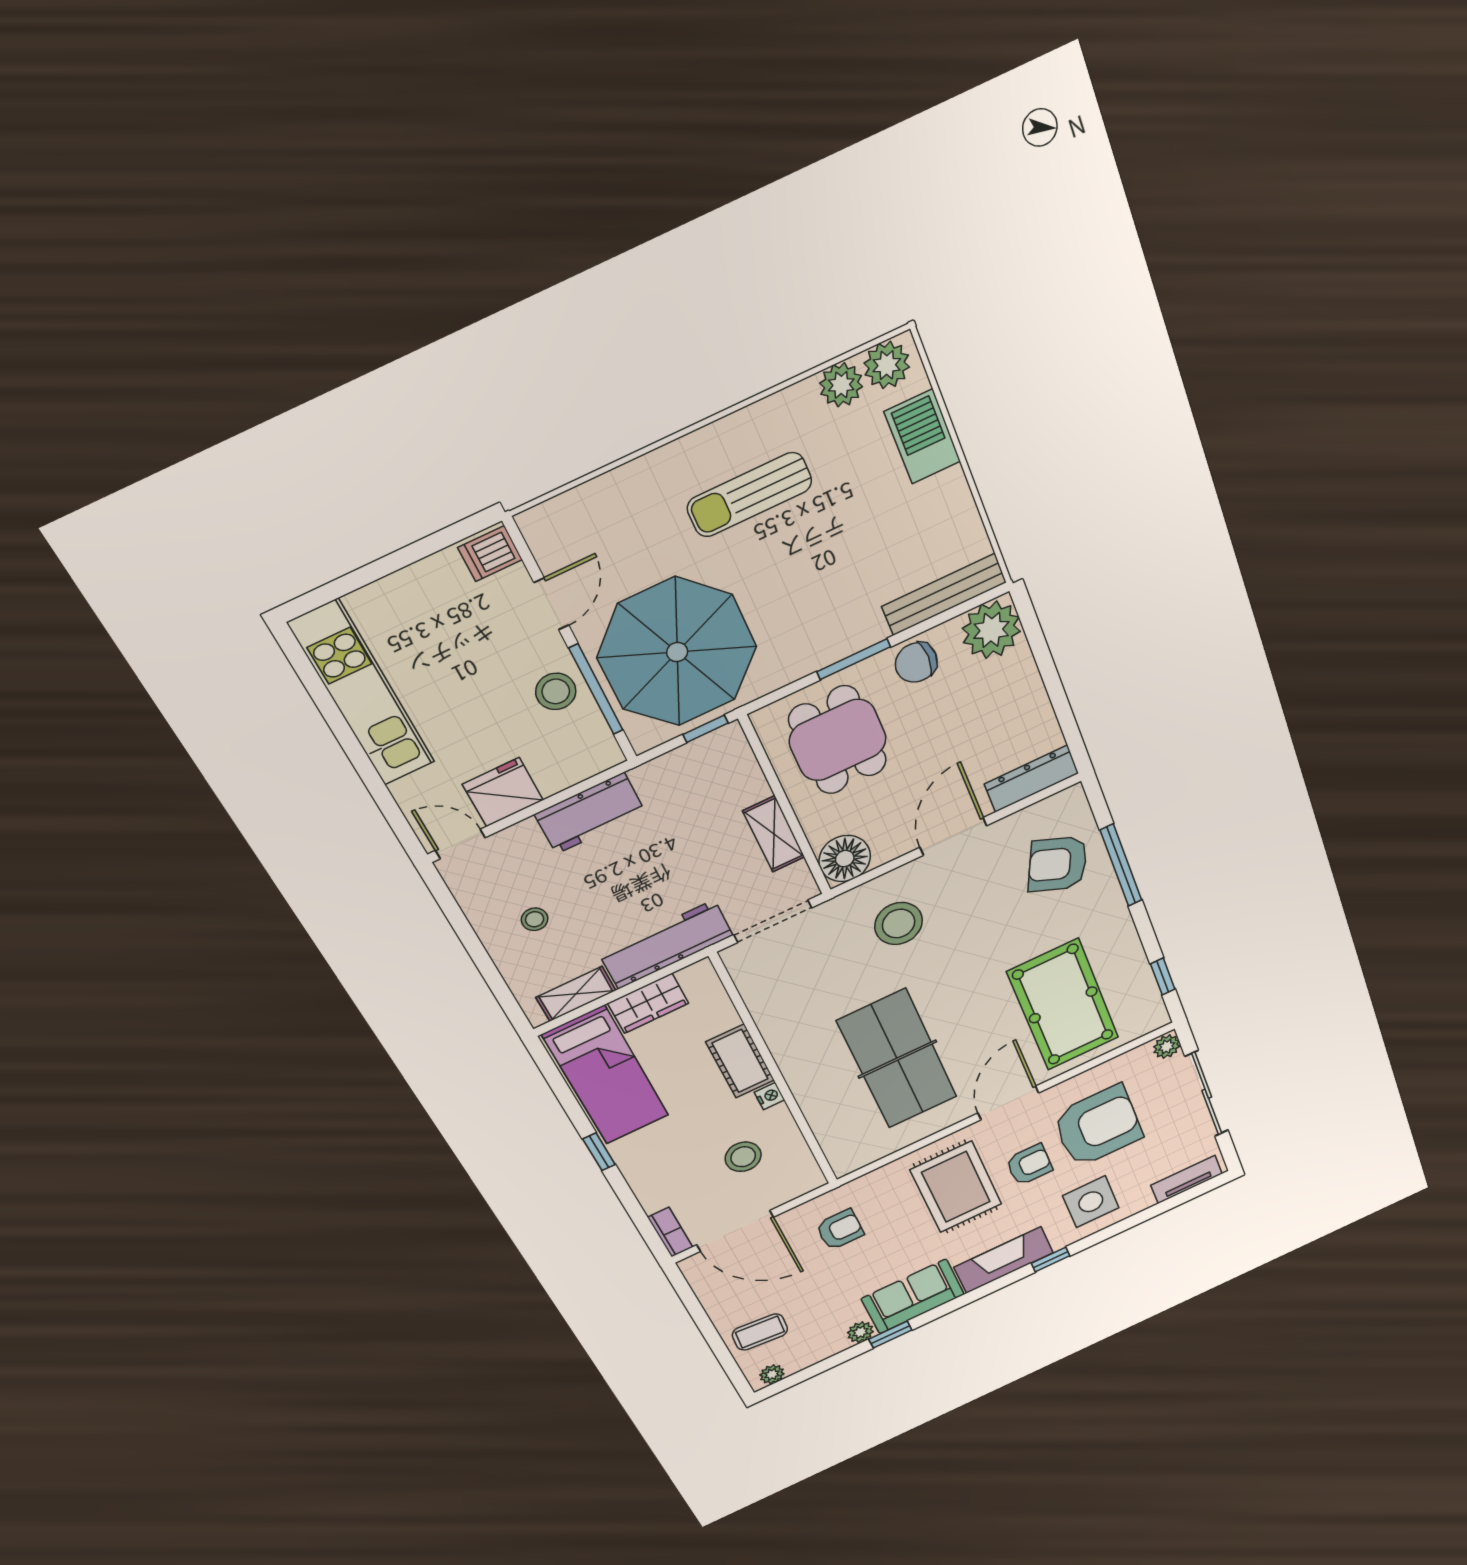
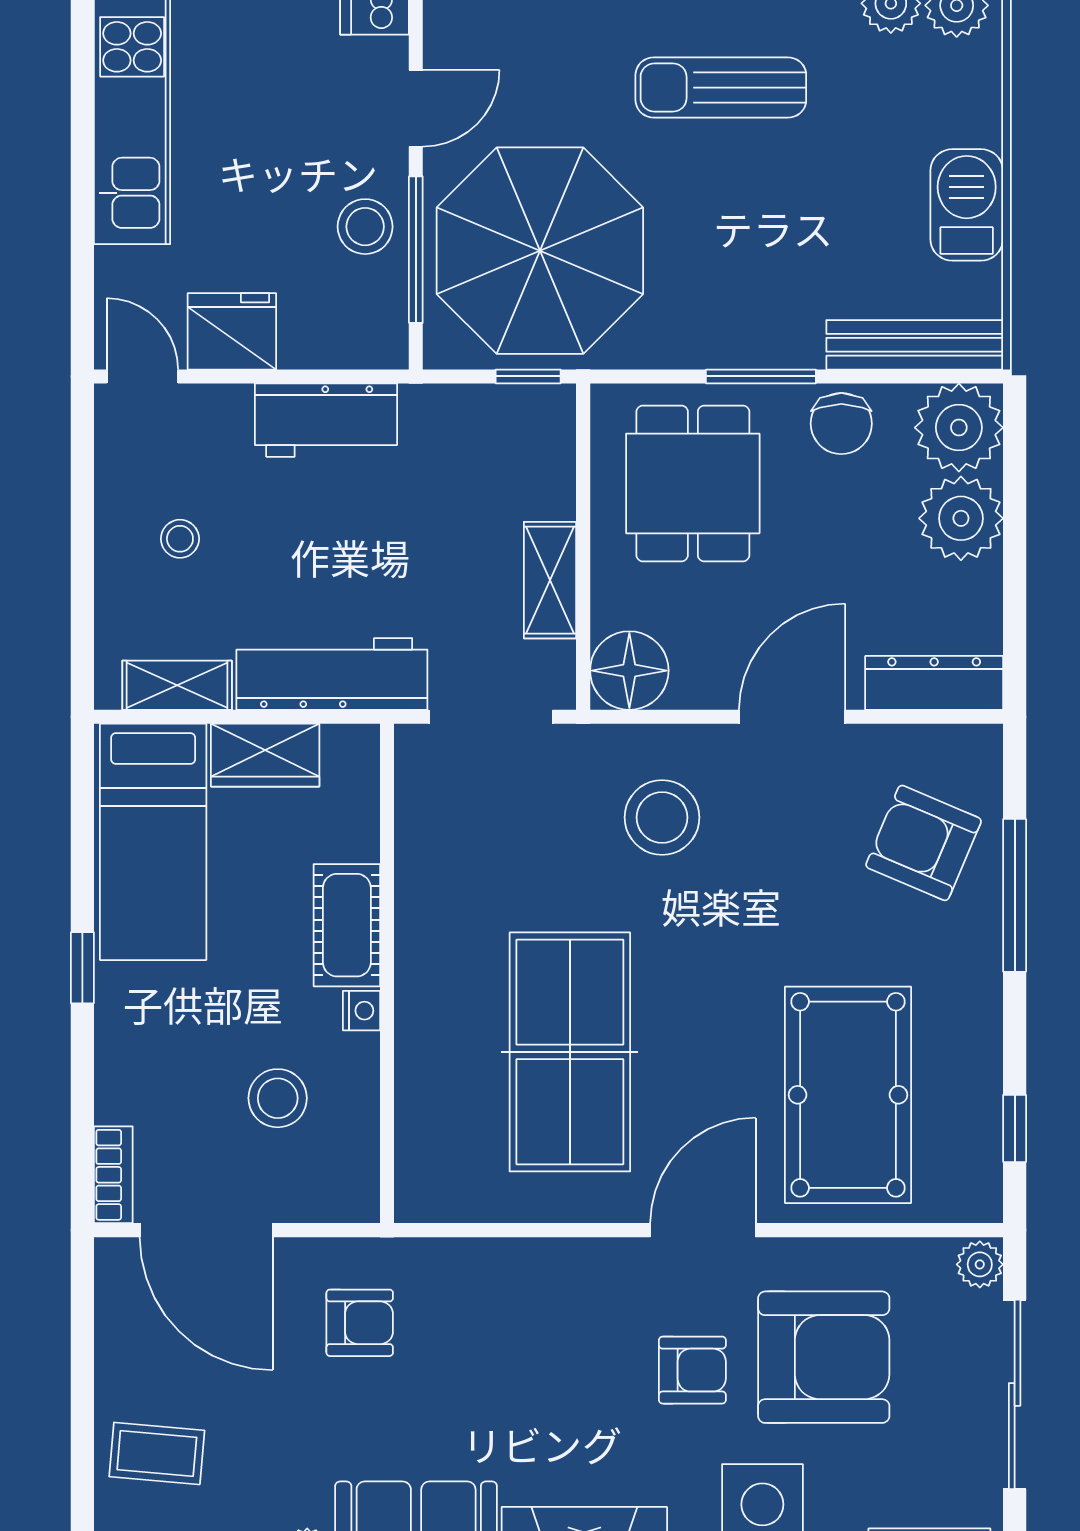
barbecue: (922, 437) -> (967, 205), moved
chair: (916, 662) -> (841, 424), turned -90
plant: (1013, 681) -> (961, 518), added
rug: (956, 1187) -> (565, 1346), removed

